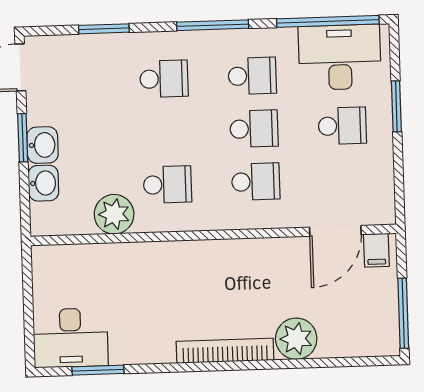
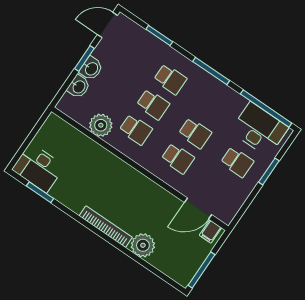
school desk: (252, 76) -> (153, 104), moved

